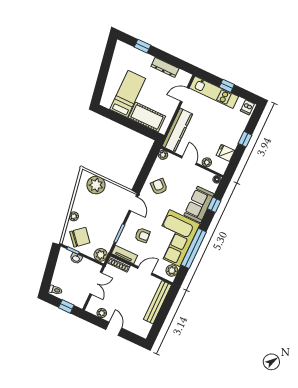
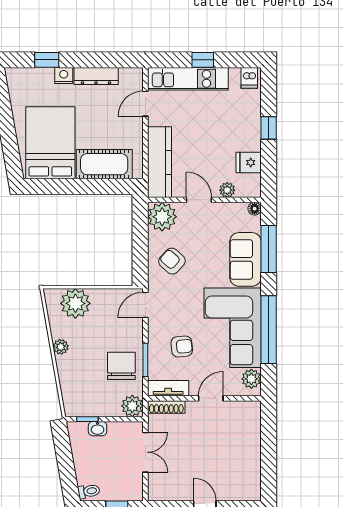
nightstand: (148, 59) -> (64, 76), added
bed: (128, 94) -> (50, 143), width x1.50
plant: (163, 155) -> (162, 217), width x1.87, depth x1.87
door: (133, 204) -> (145, 305), swing flipped
window: (214, 205) -> (269, 249), width x2.17
plant: (74, 216) -> (61, 347), moved
chair: (80, 237) -> (121, 366), moved, turned -49
bench: (157, 302) -> (252, 437), removed
plant: (102, 313) -> (176, 493), removed

